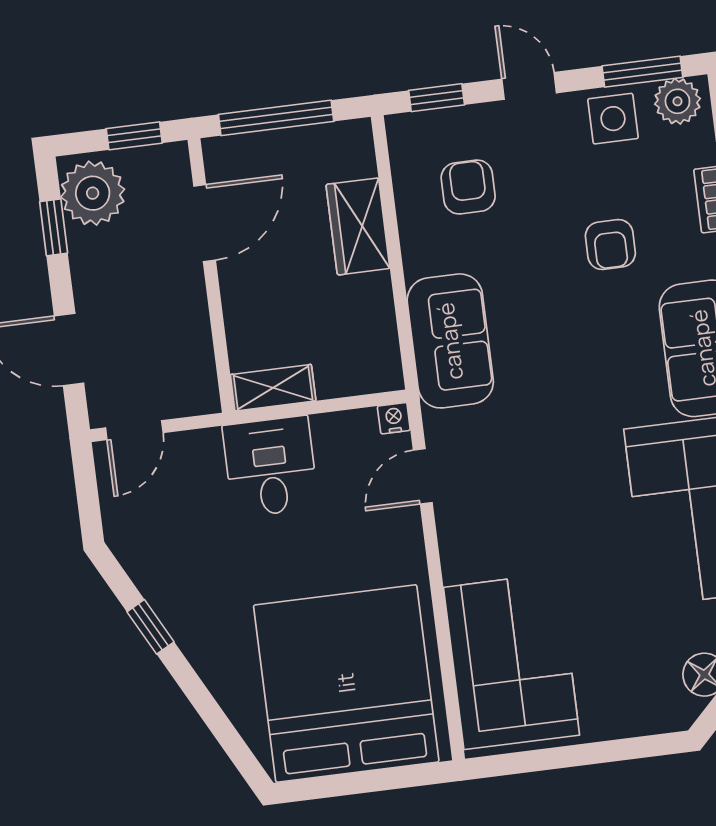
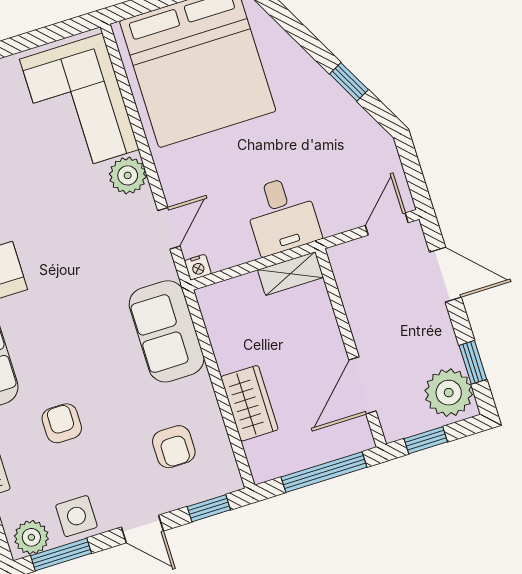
plant: (465, 556) -> (128, 175), added

